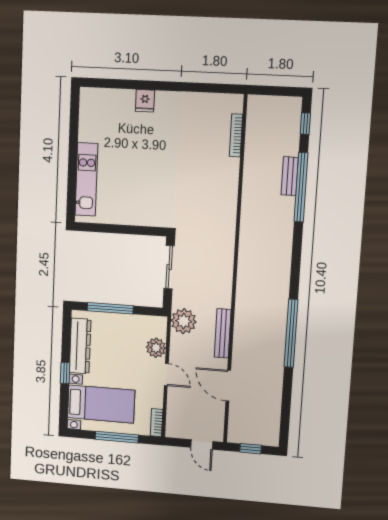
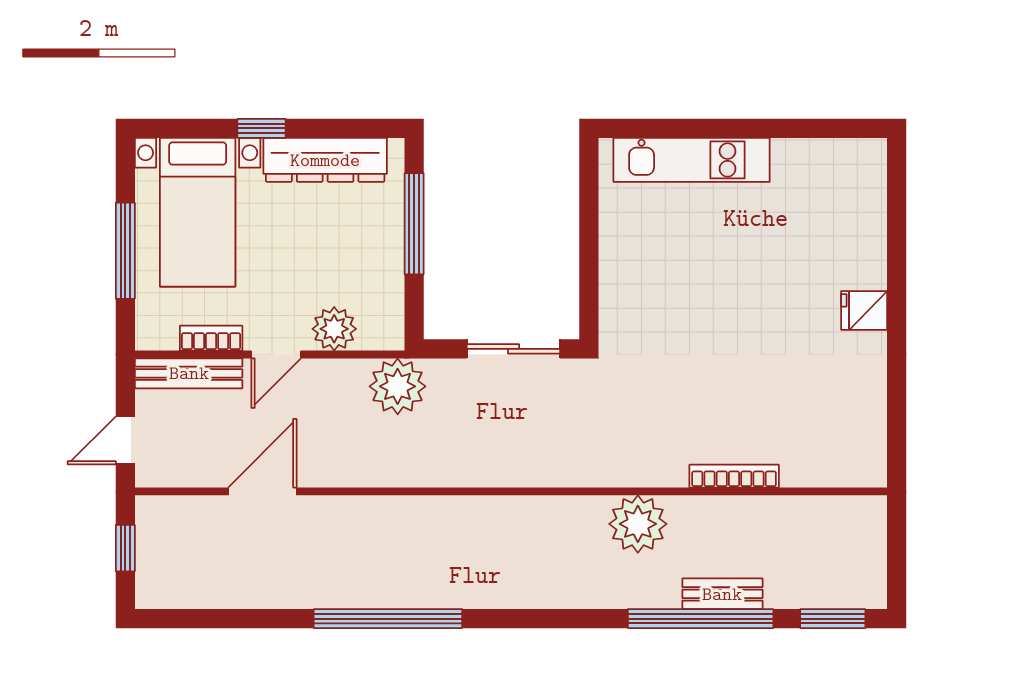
fridge: (145, 101) -> (864, 310), moved
window: (305, 124) -> (833, 619), width x1.50
bookcase: (236, 135) -> (734, 476), moved
plant: (254, 214) -> (638, 524), added
bench: (223, 333) -> (189, 373), moved
bookcase: (157, 423) -> (211, 338), moved

